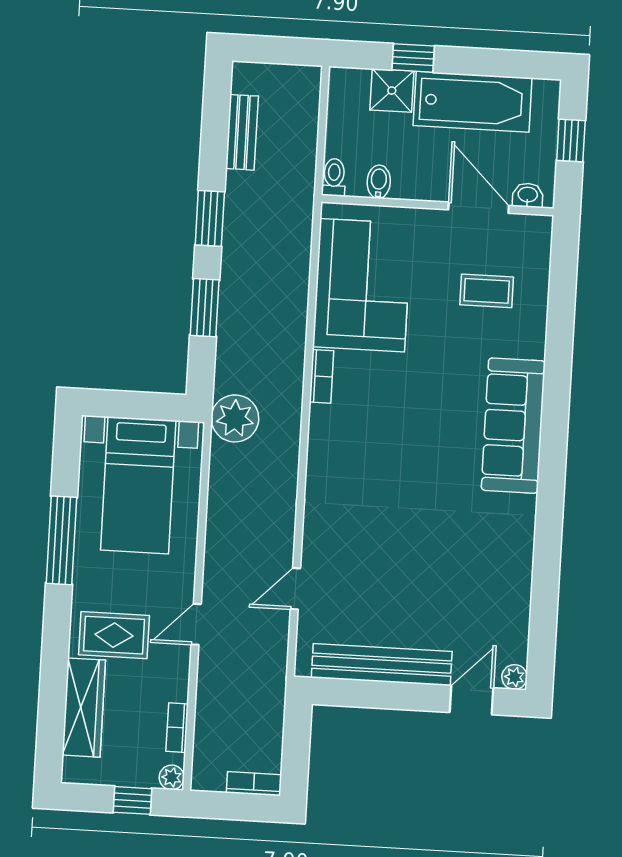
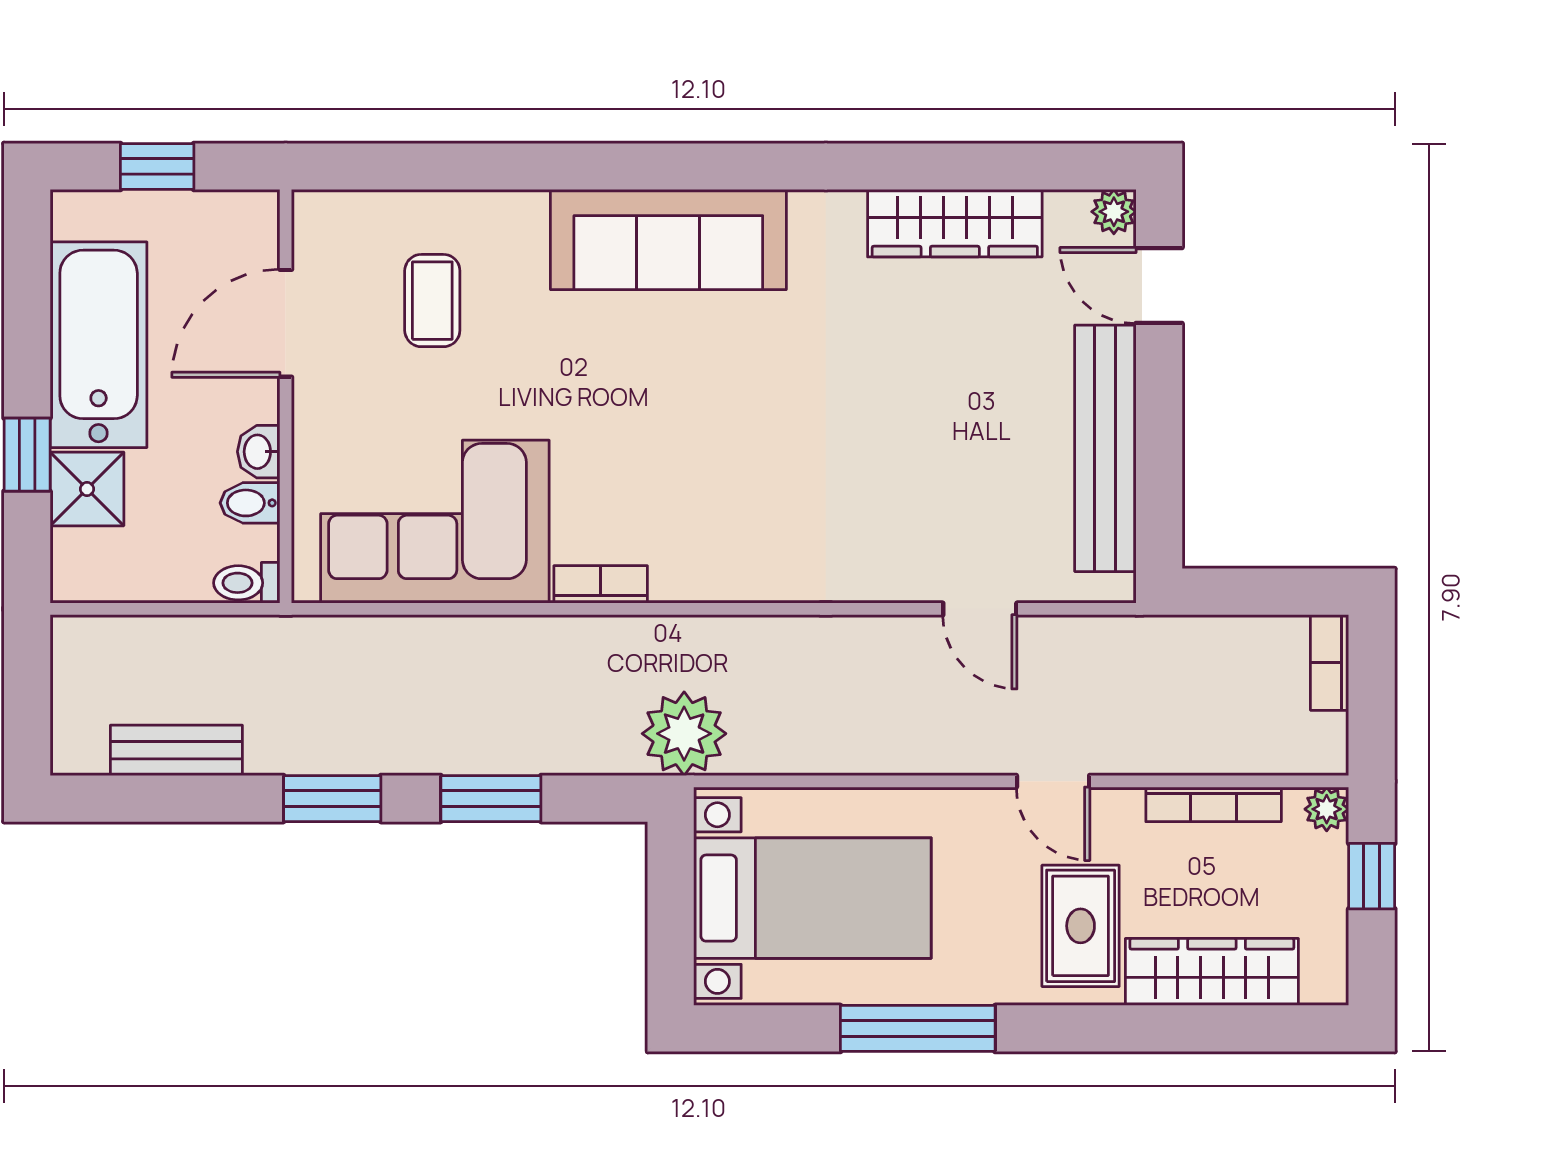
washbasin: (528, 195) -> (259, 452), moved
wardrobe: (513, 587) -> (955, 223), added
bookcase: (177, 728) -> (1214, 804), width x1.56

